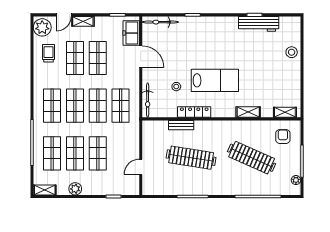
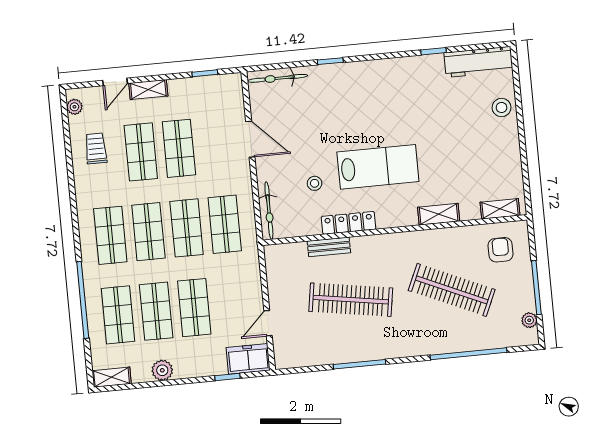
workbench: (259, 24) -> (479, 62), moved
plant: (42, 27) -> (74, 107), width x0.53, depth x0.53
freezer: (131, 33) -> (248, 359), moved, turned 90

